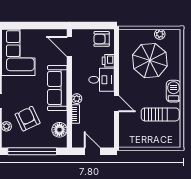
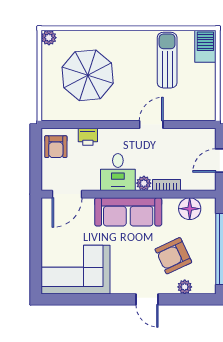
plant: (160, 34) -> (49, 38), moved
desk: (102, 80) -> (118, 172), moved, turned 180
barbecue: (173, 91) -> (205, 46), moved, turned 90

